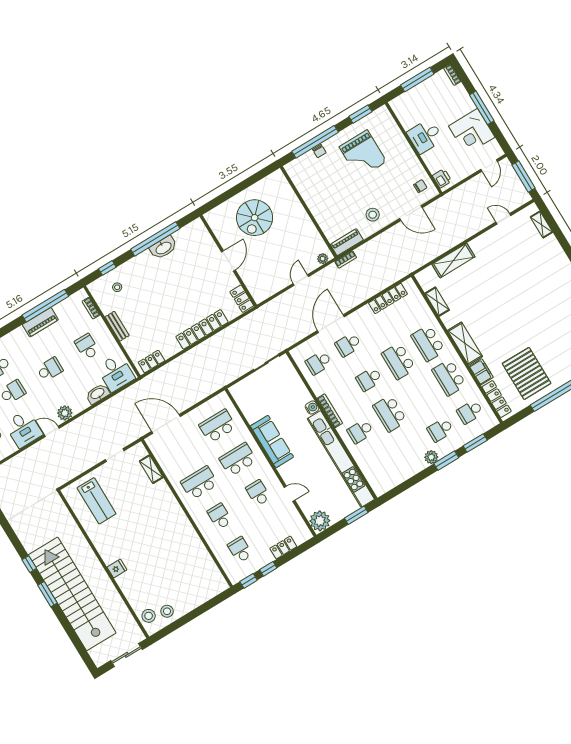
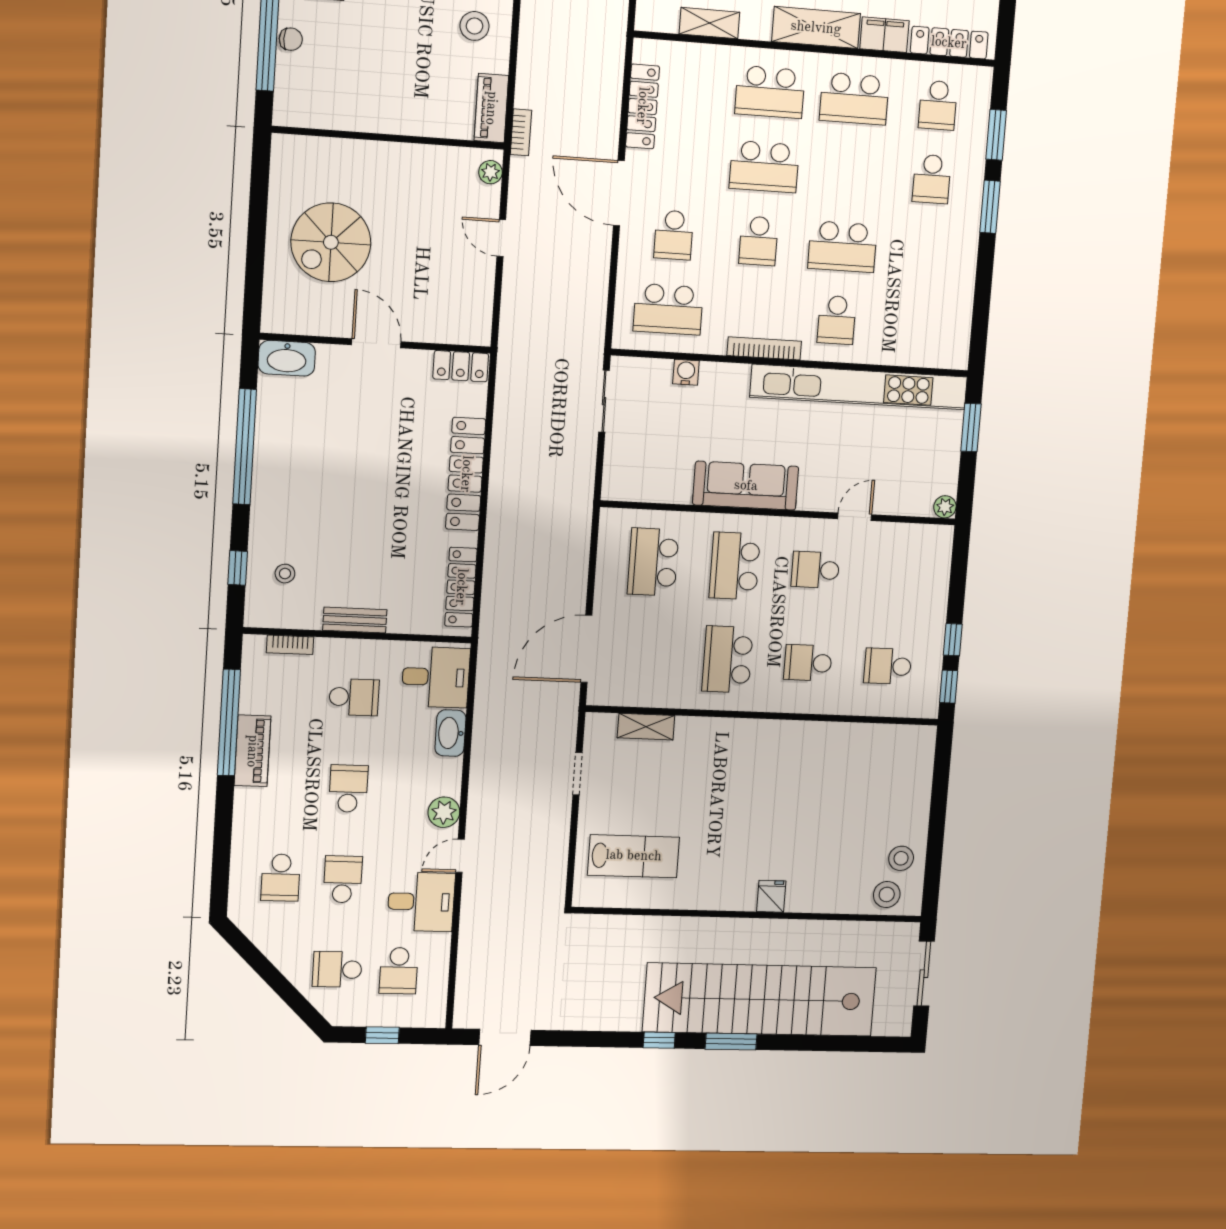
spiral stairs: (255, 218) -> (331, 242), turned 90
washbasin: (163, 248) -> (287, 358), moved, turned 90
door: (331, 324) -> (619, 193), moved
school desk: (87, 347) -> (354, 697), turned 180
locker: (151, 362) -> (461, 587), width x1.53
school desk: (319, 363) -> (668, 309), width x1.85
water cooler: (312, 407) -> (686, 372), moved
plant: (431, 457) -> (966, 228), removed
plant: (320, 521) -> (945, 507), width x0.53, depth x0.53
locker: (283, 548) -> (936, 590), removed

